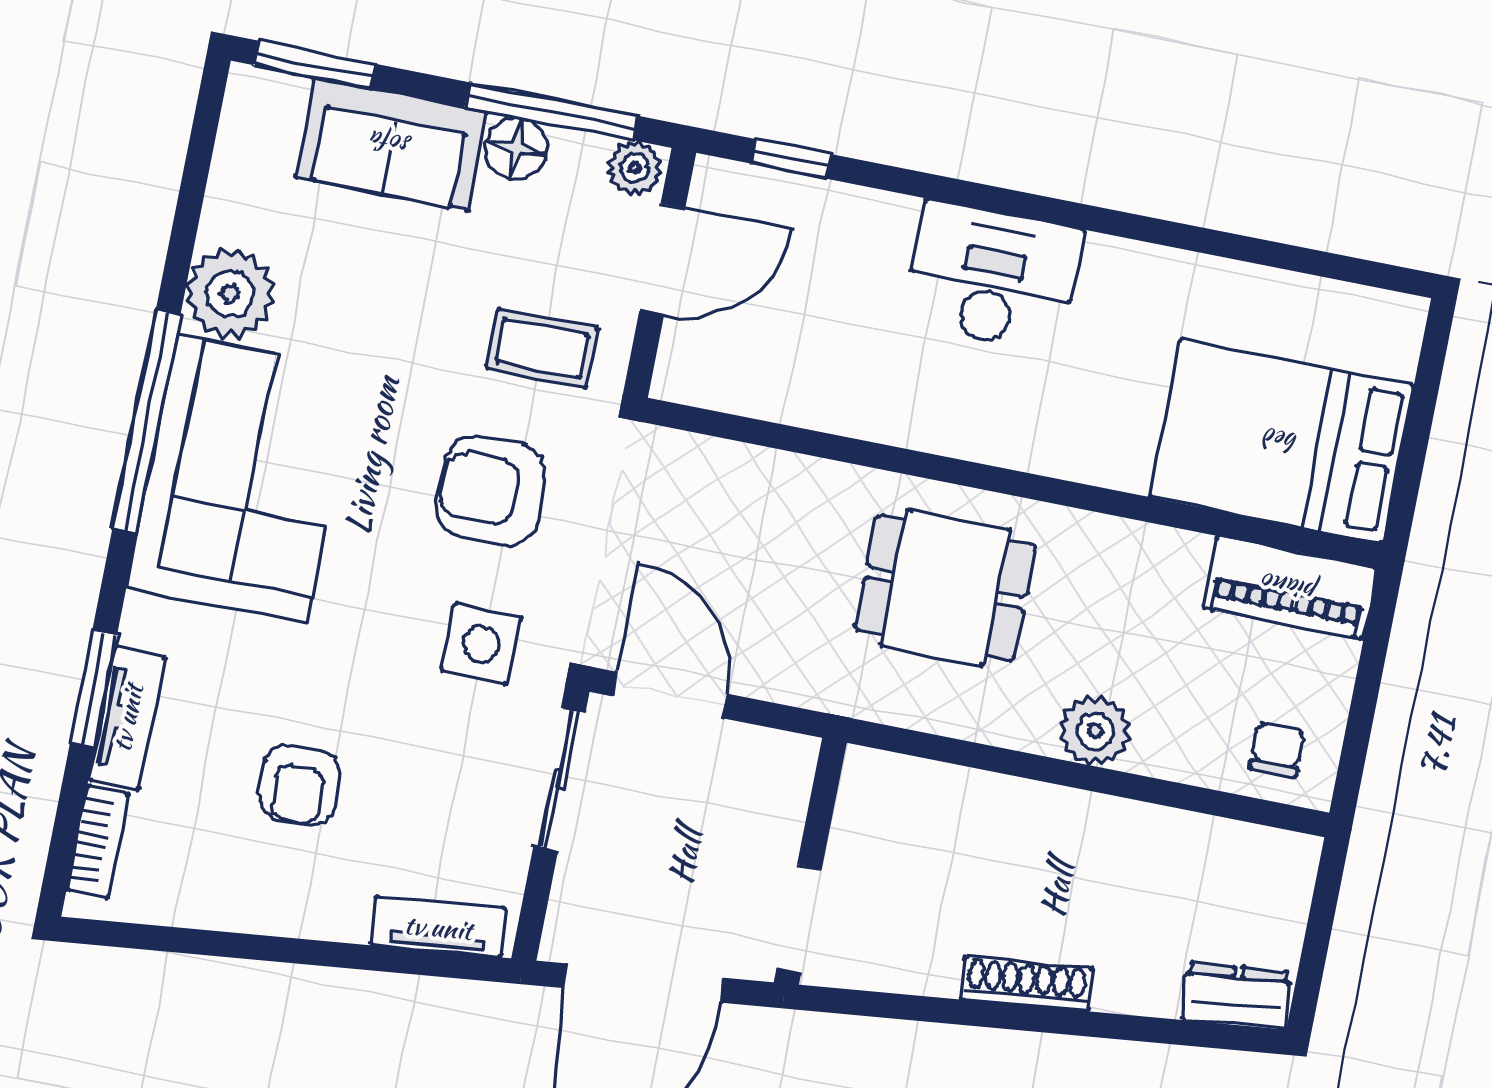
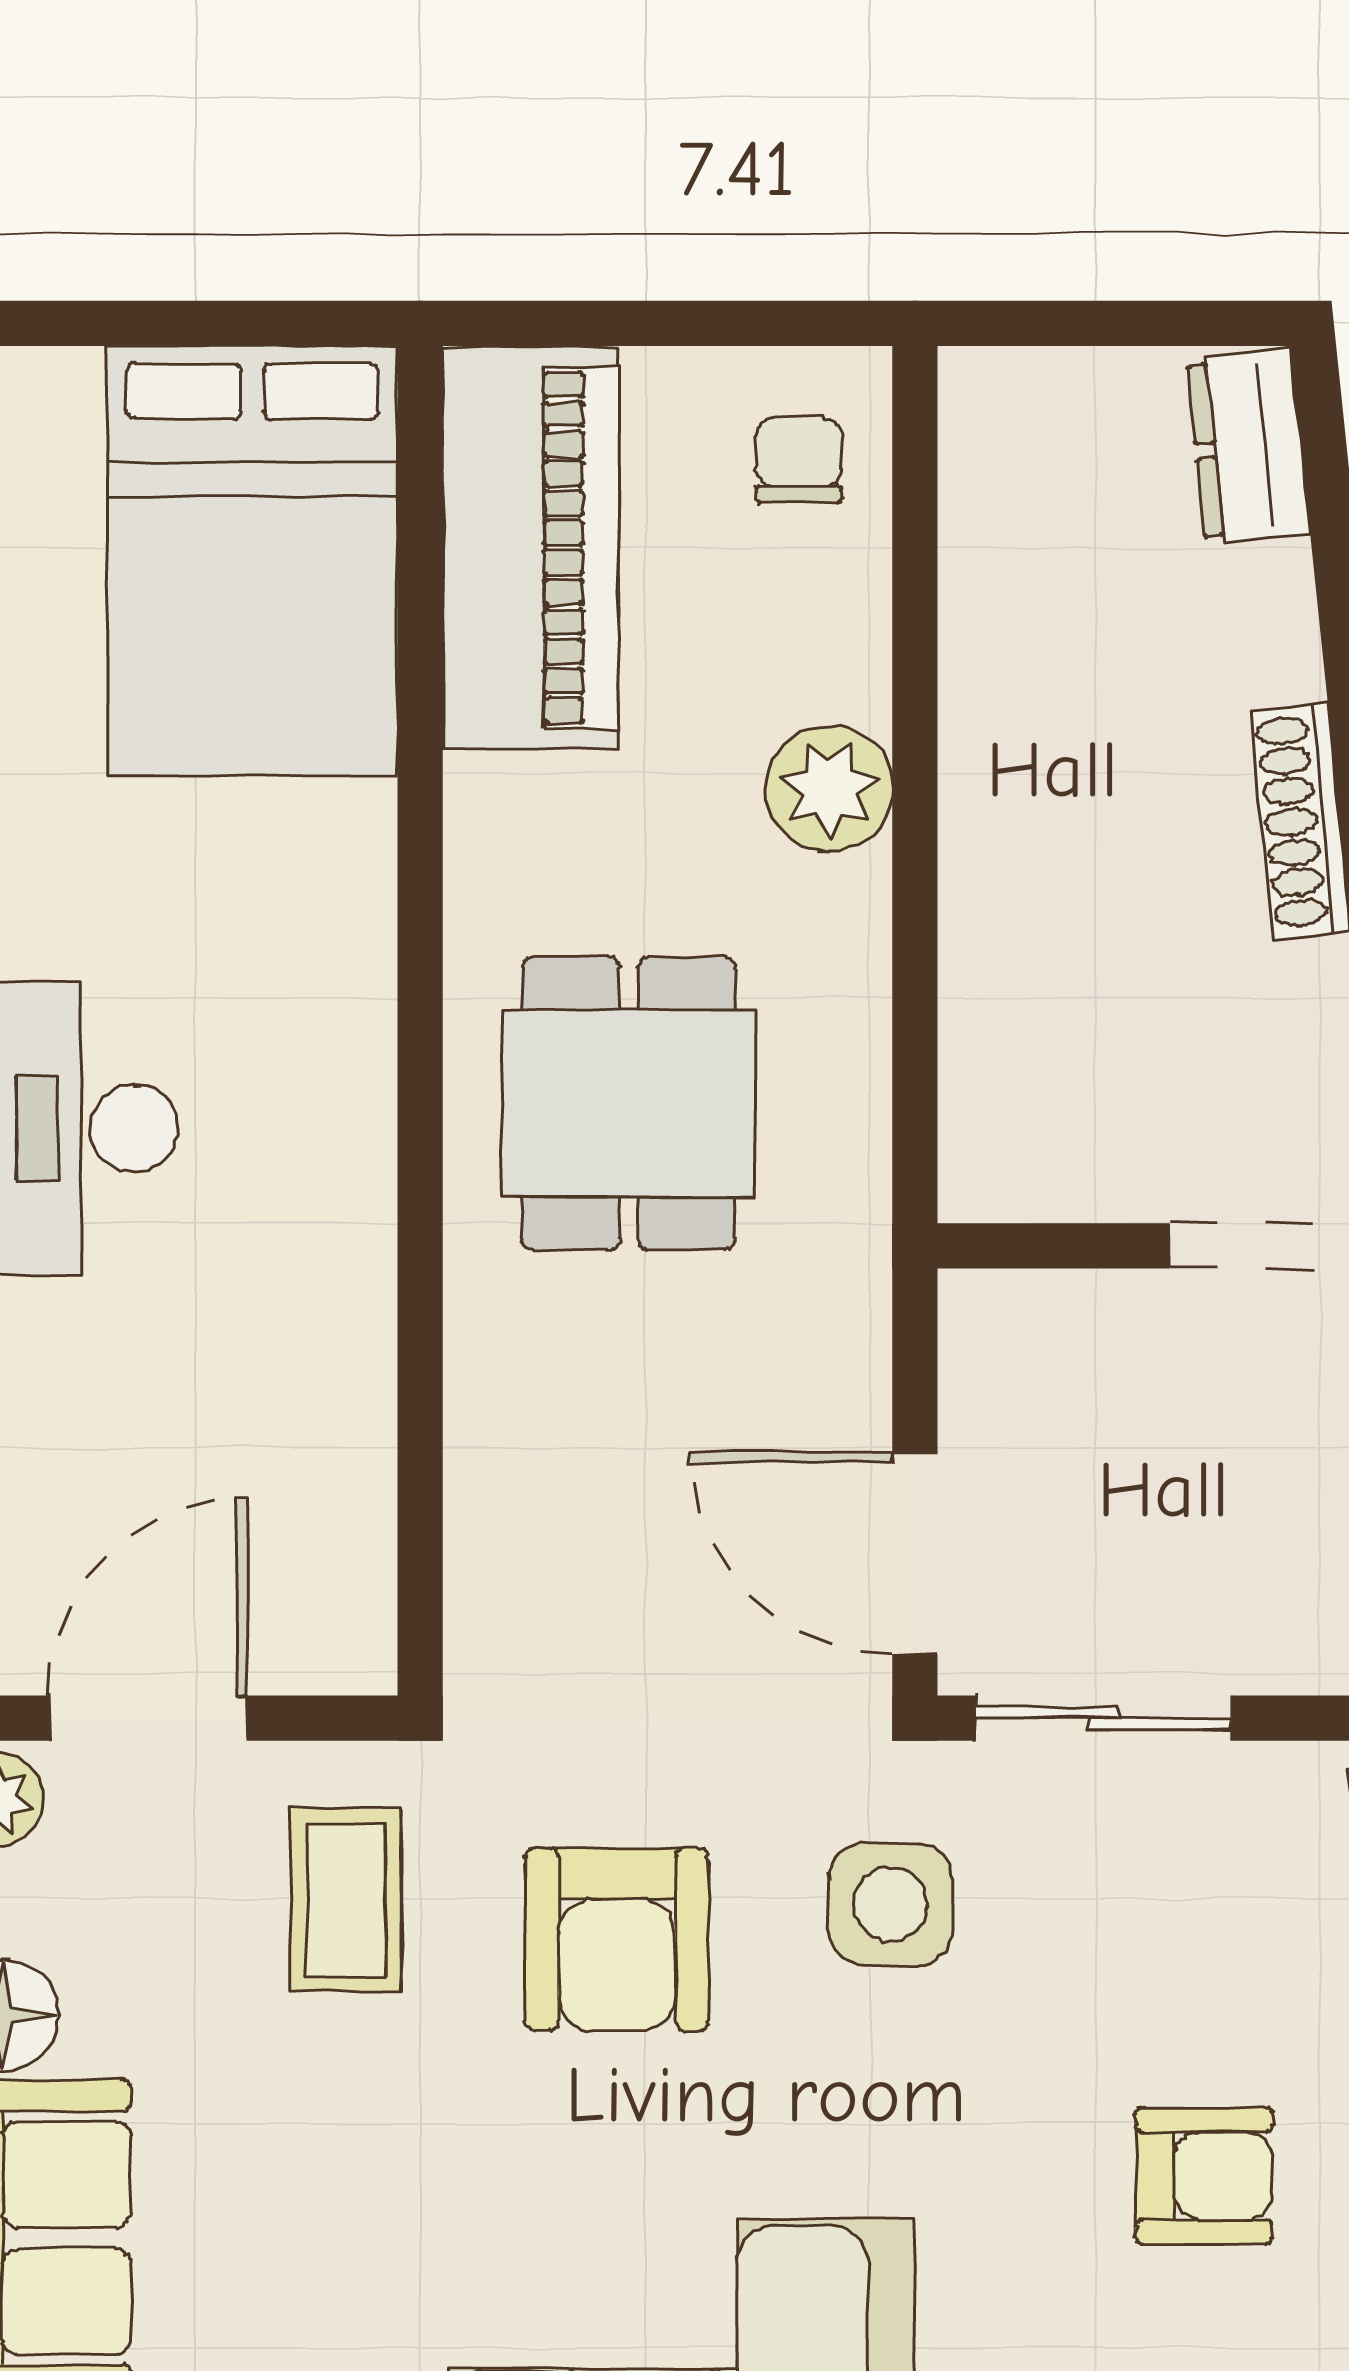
door: (662, 259) -> (148, 1718), hinge flipped
piano: (1290, 588) -> (530, 548), width x1.37, depth x1.33
door: (669, 695) -> (915, 1553), hinge flipped
chair: (1277, 749) -> (799, 460), turned 90

